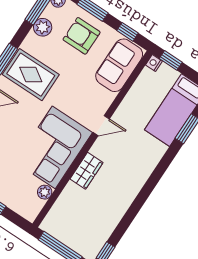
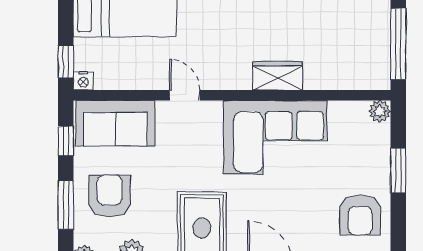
armchair: (82, 36) -> (110, 196), turned 180
door: (101, 126) -> (185, 95), moved
plant: (45, 192) -> (380, 111), moved

